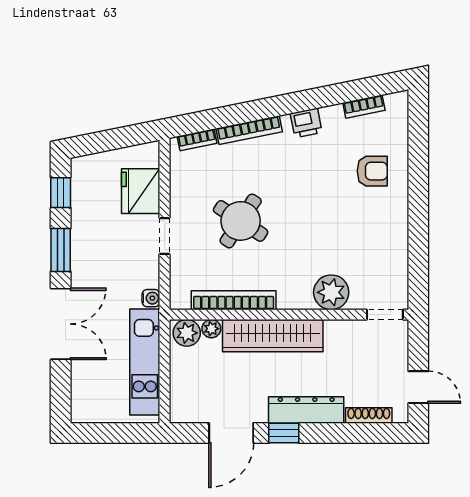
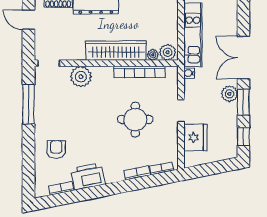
printer: (306, 123) -> (88, 176), width x1.87, depth x1.48
bookcase: (249, 130) -> (137, 173), width x0.64
armchair: (372, 171) -> (56, 149), turned 90
round table: (241, 221) -> (135, 120), turned -33
window: (418, 246) -> (29, 104), added
plant: (84, 264) -> (229, 94), added

